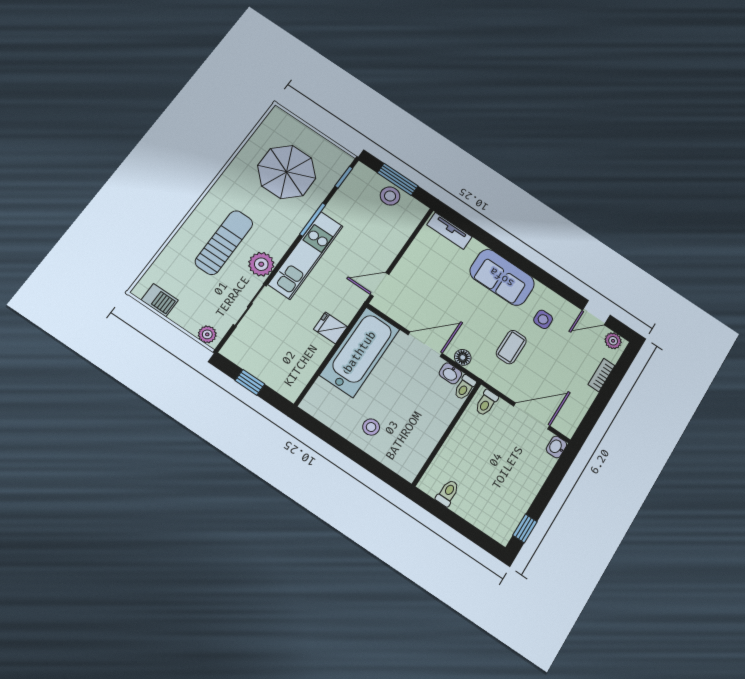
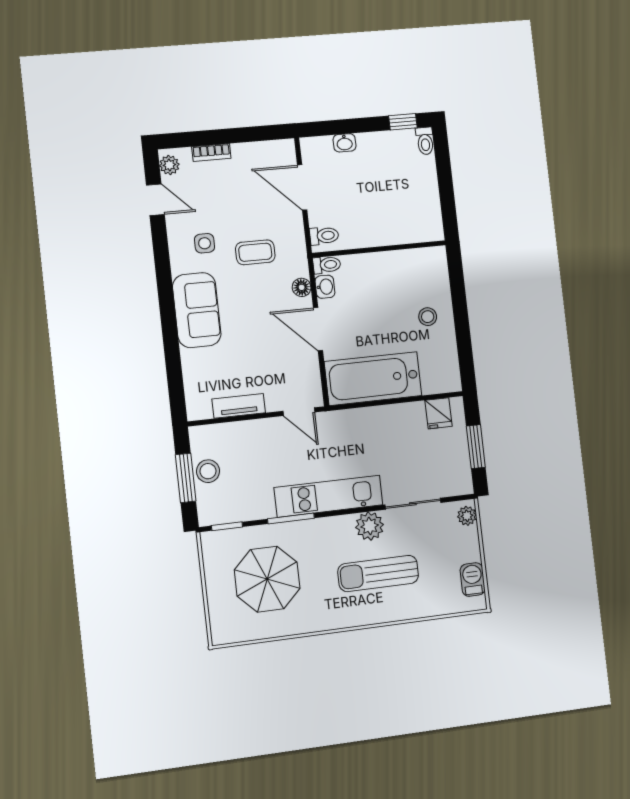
tv unit: (449, 231) -> (239, 406), moved, turned -90
fridge: (330, 328) -> (439, 413), moved
window: (250, 382) -> (476, 447), width x1.50
washbasin: (556, 447) -> (345, 143), moved
toilet: (448, 493) -> (425, 141), moved, turned -90

